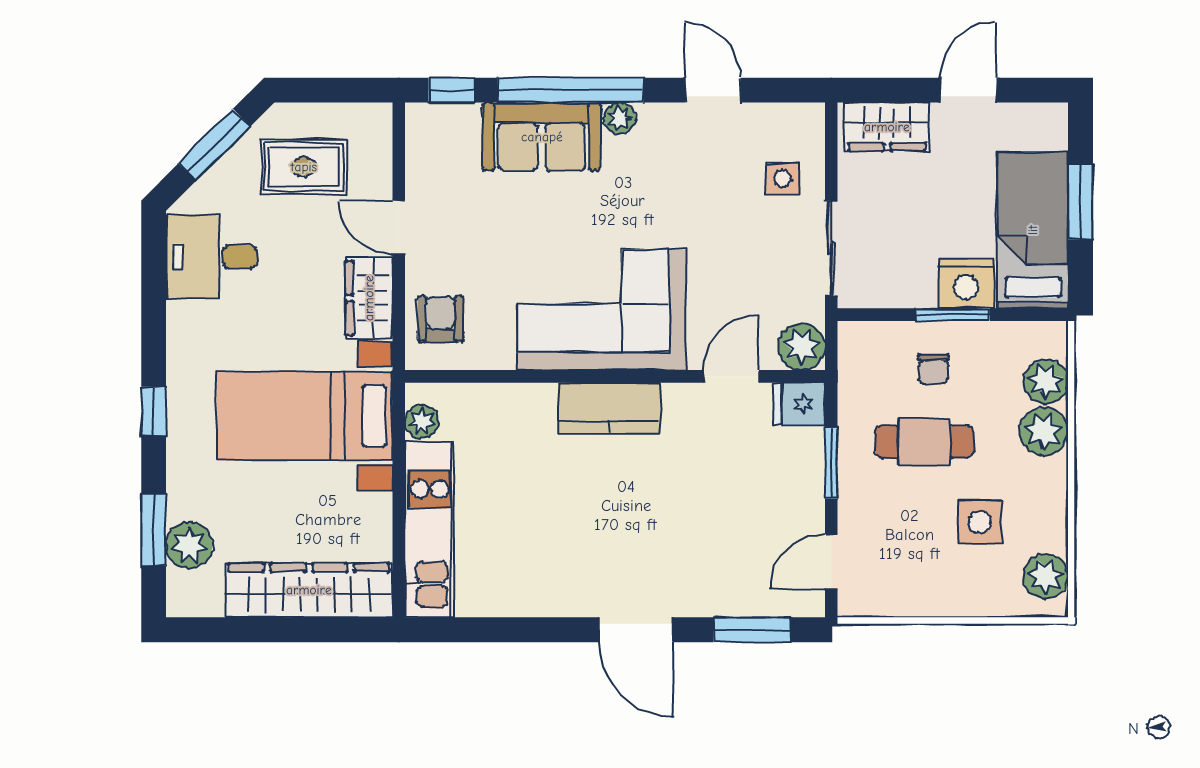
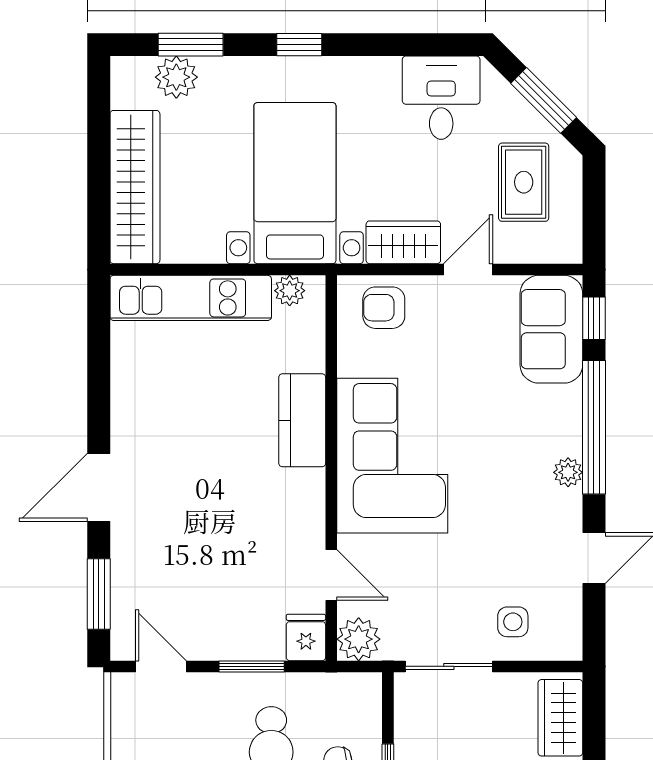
sofa: (542, 137) -> (551, 329), moved
armchair: (440, 319) -> (384, 308), turned 180
kitchen counter: (609, 408) -> (302, 420), moved

